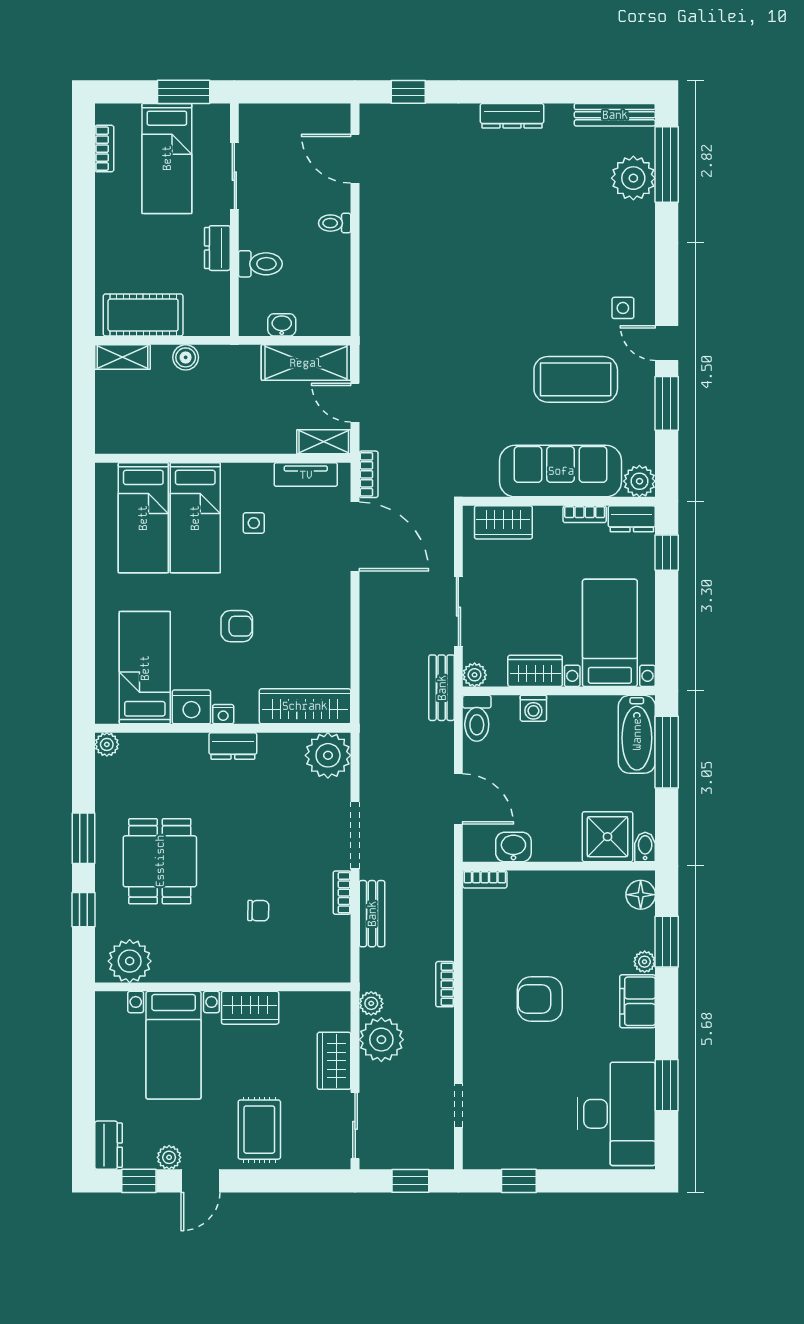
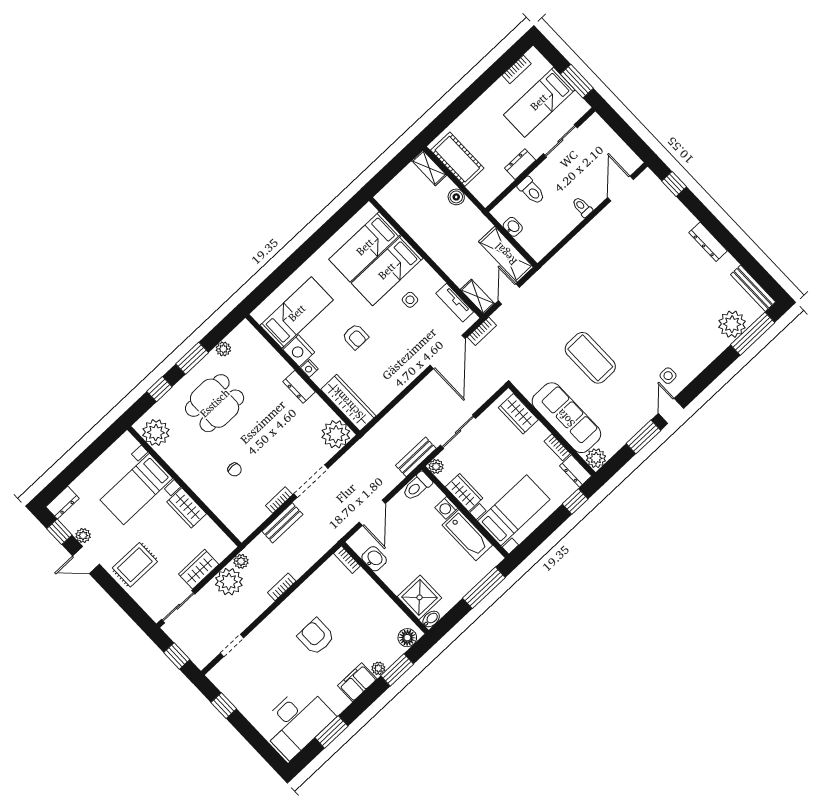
coffee table: (576, 379) -> (590, 358), moved
bathtub: (637, 734) -> (467, 535), moved, turned -90
plant: (107, 744) -> (223, 349), moved

